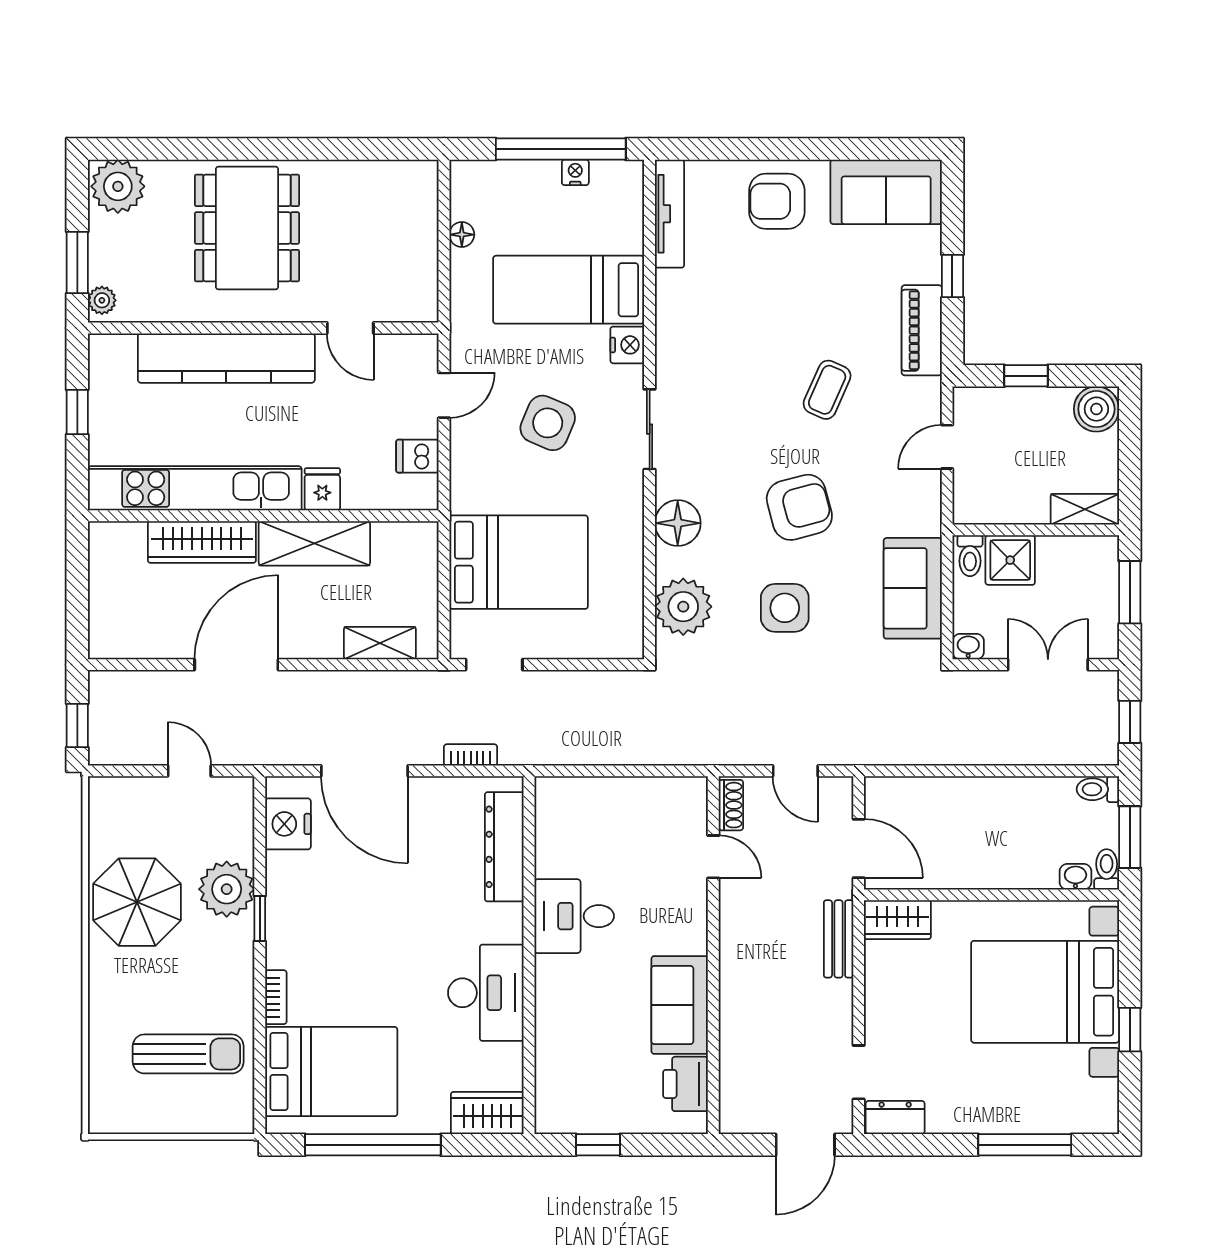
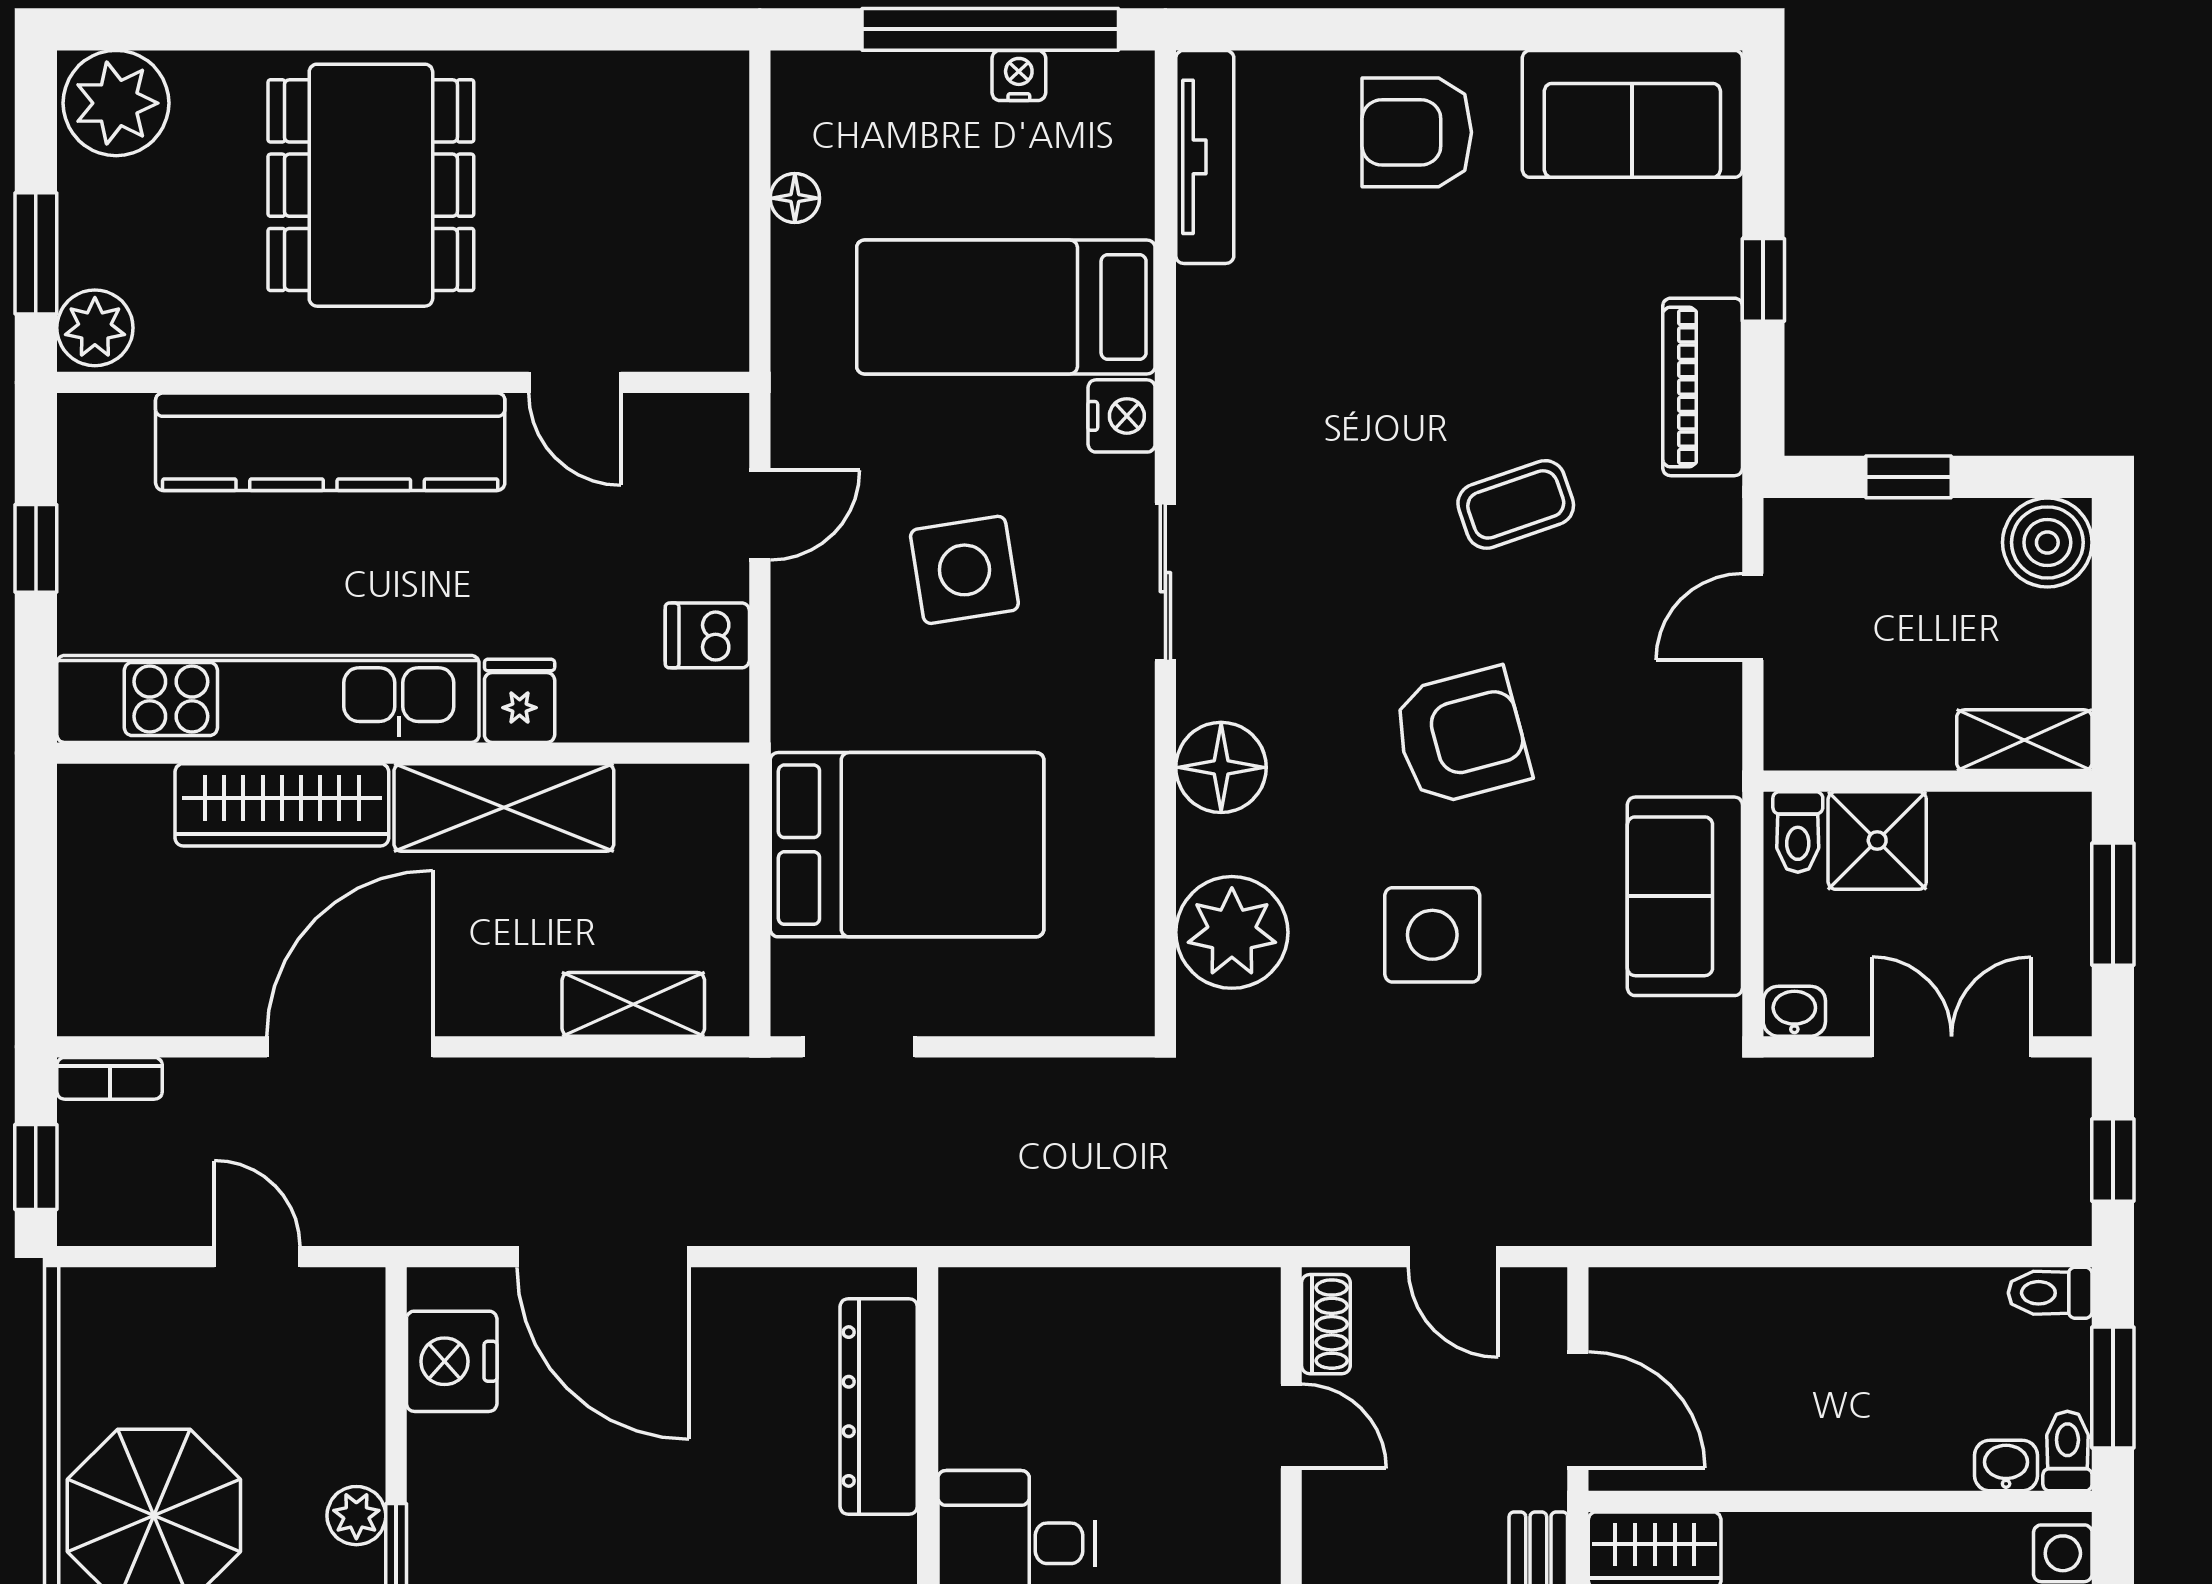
plant: (102, 300) -> (95, 328), width x1.38, depth x1.38
coffee table: (827, 390) -> (1516, 504), turned 47
side table: (548, 423) -> (964, 570), turned -32
bookcase: (471, 755) -> (110, 1078), moved, turned 180
plant: (227, 889) -> (356, 1516), width x0.53, depth x0.53

